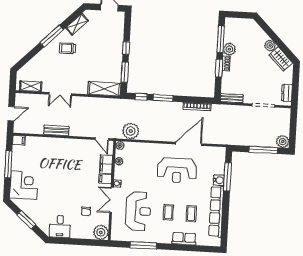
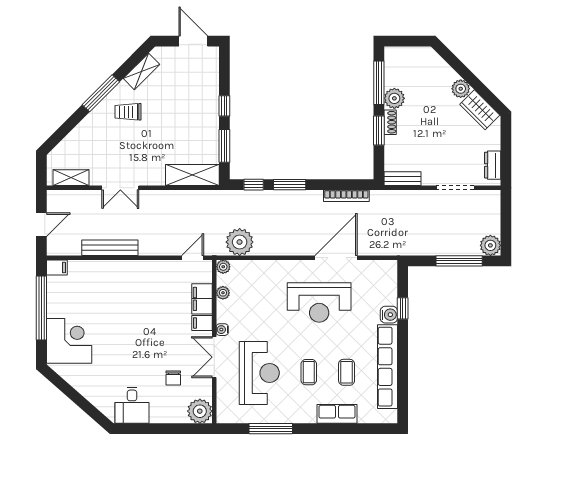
bench: (56, 130) -> (110, 248), width x1.36
door: (102, 139) -> (193, 258), swing flipped
window: (8, 164) -> (41, 308), width x1.46
window: (227, 177) -> (403, 308), width x0.46
window: (26, 220) -> (76, 397), removed

